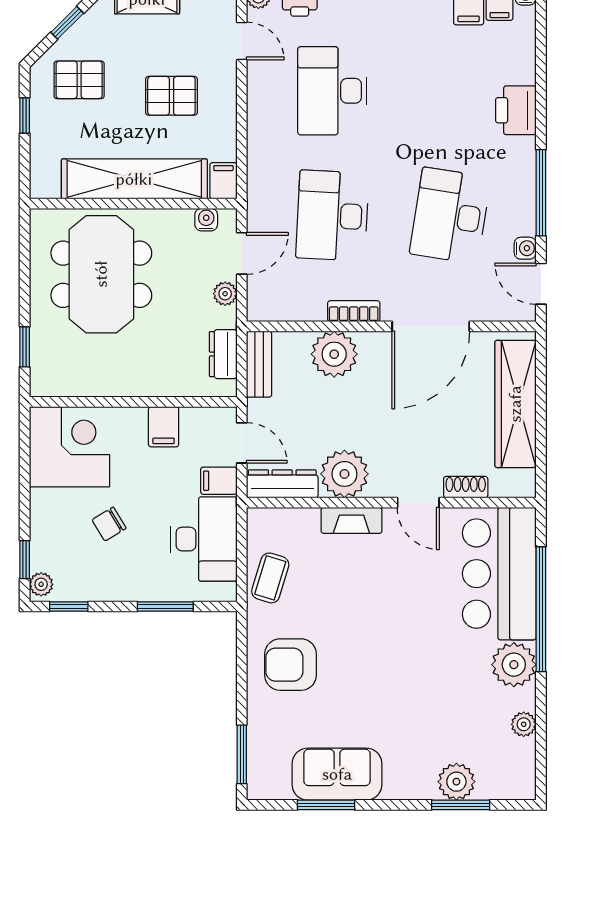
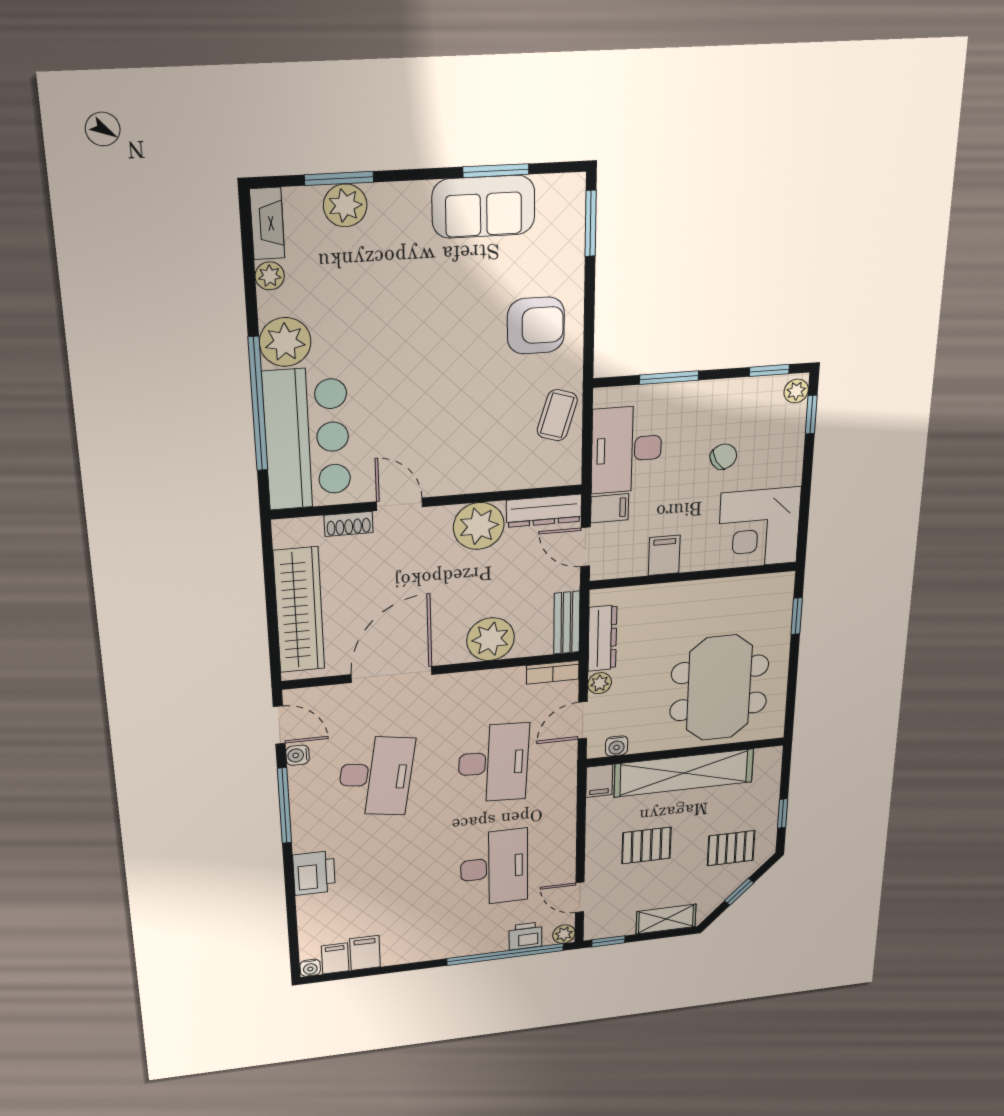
bookcase: (354, 311) -> (553, 672), moved
dresser: (223, 354) -> (602, 638), width x1.44
fireplace: (351, 520) -> (267, 224), moved, turned 90

